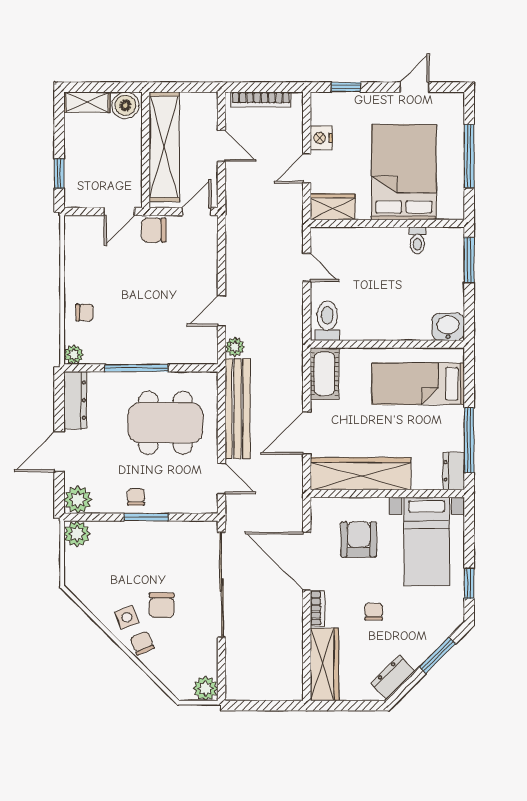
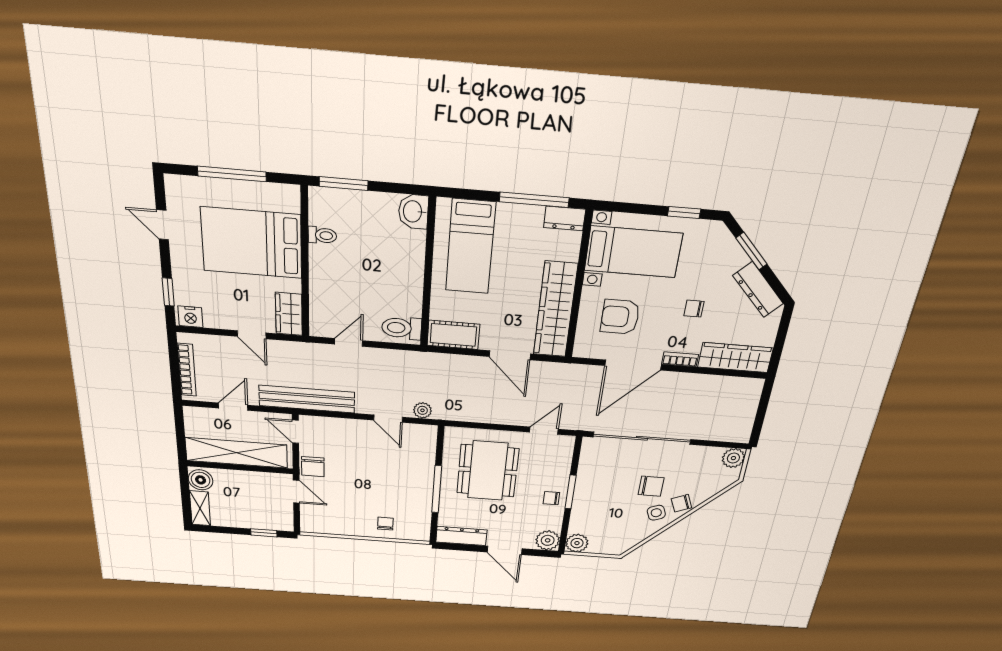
nightstand: (321, 138) -> (190, 317), moved
plant: (74, 355) -> (422, 534), removed
bench: (238, 409) -> (307, 399), moved
dresser: (393, 677) -> (758, 290), width x1.44

